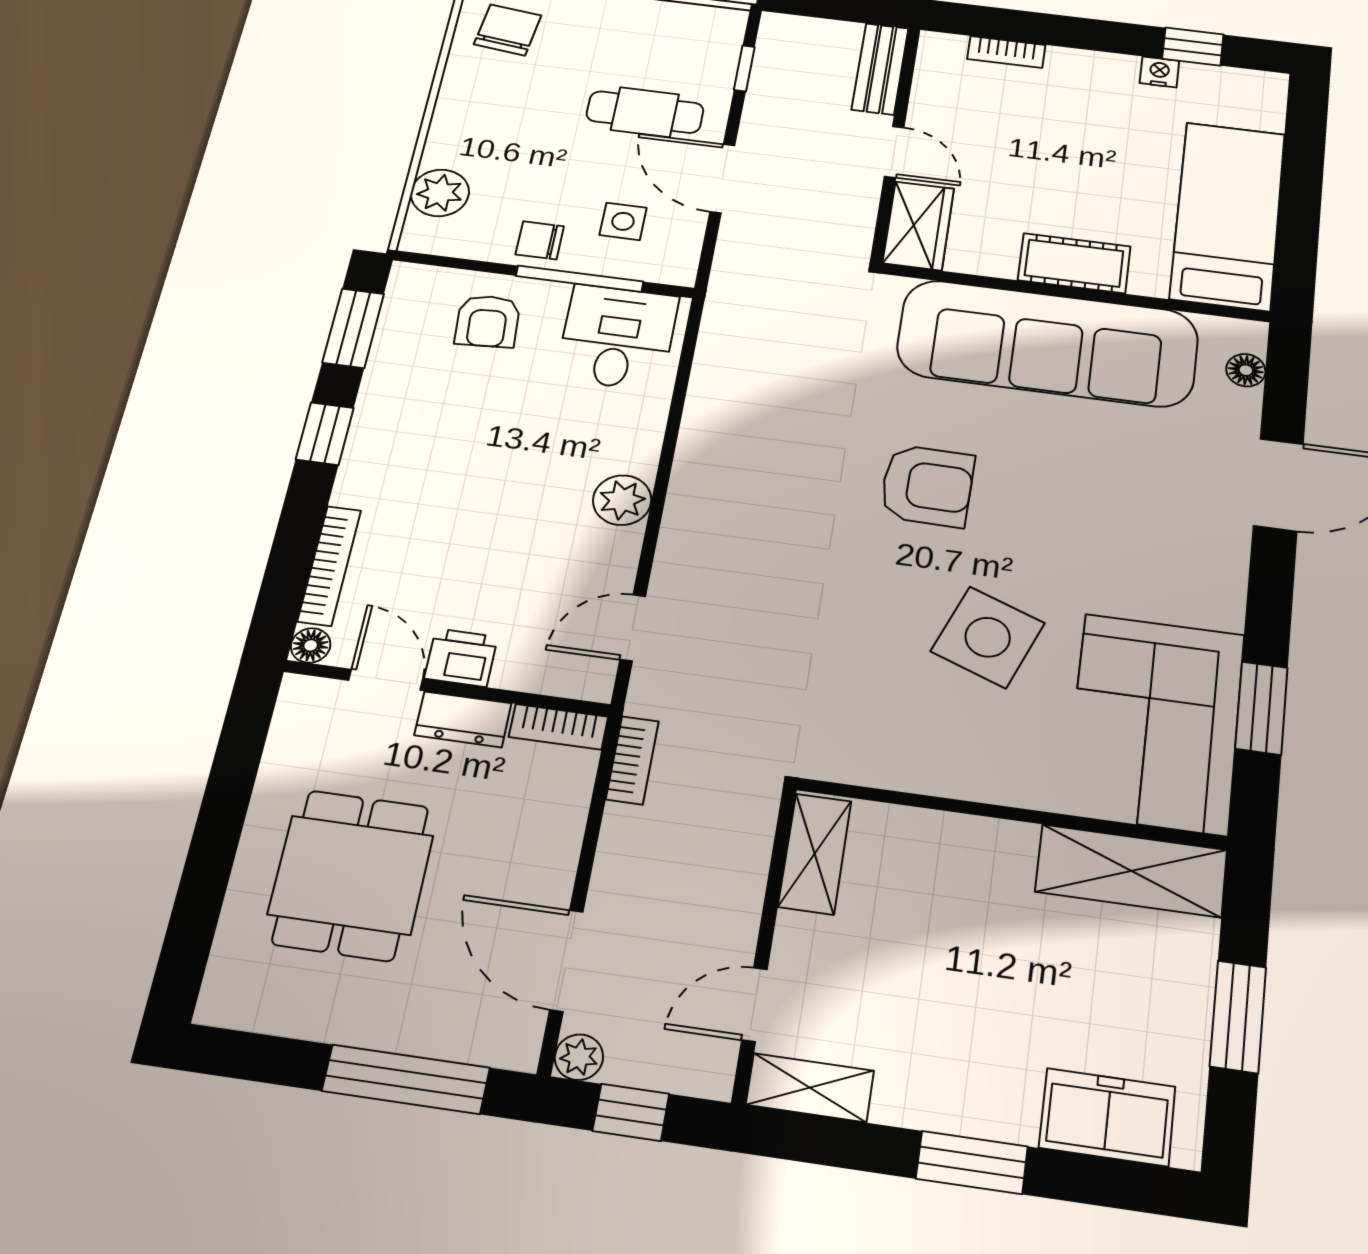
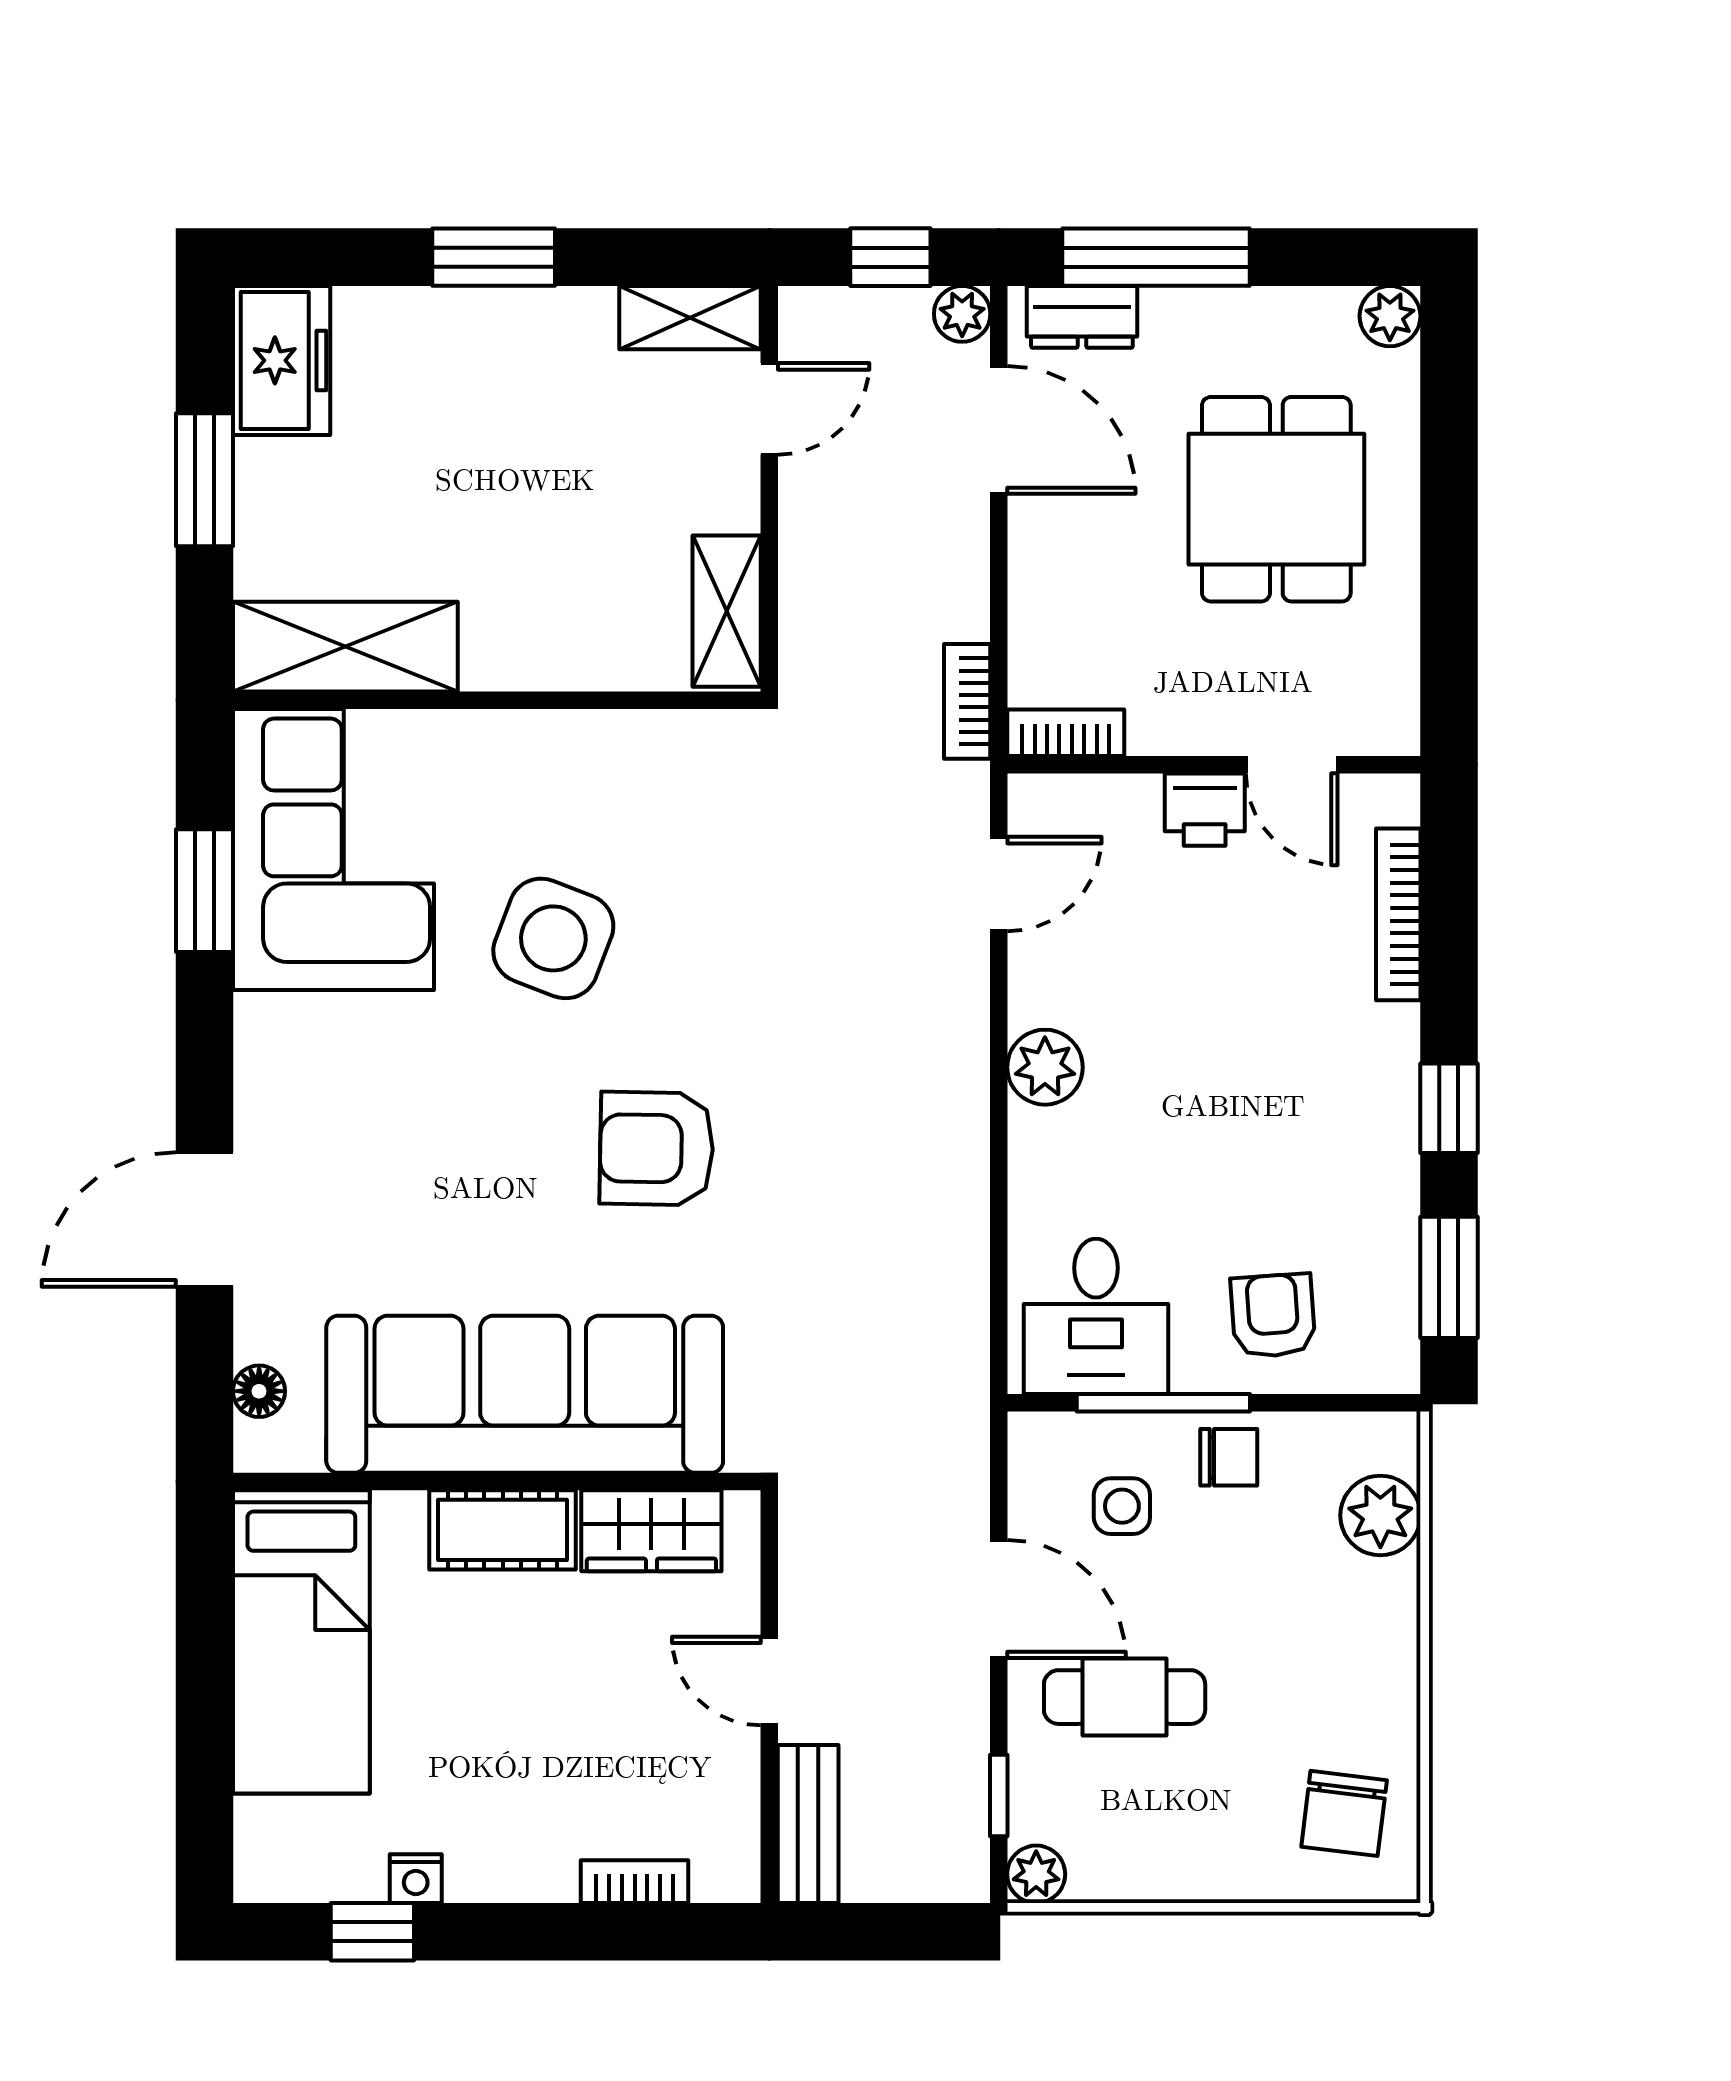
plant: (727, 23) -> (1036, 1874), added
wardrobe: (918, 226) -> (651, 1531), moved, turned -90
floor lamp: (311, 645) -> (1396, 798), removed
dresser: (463, 719) -> (1082, 317), moved, turned 180
plant: (222, 1003) -> (1390, 316), added
freezer: (1107, 1117) -> (282, 360), moved, turned -90

